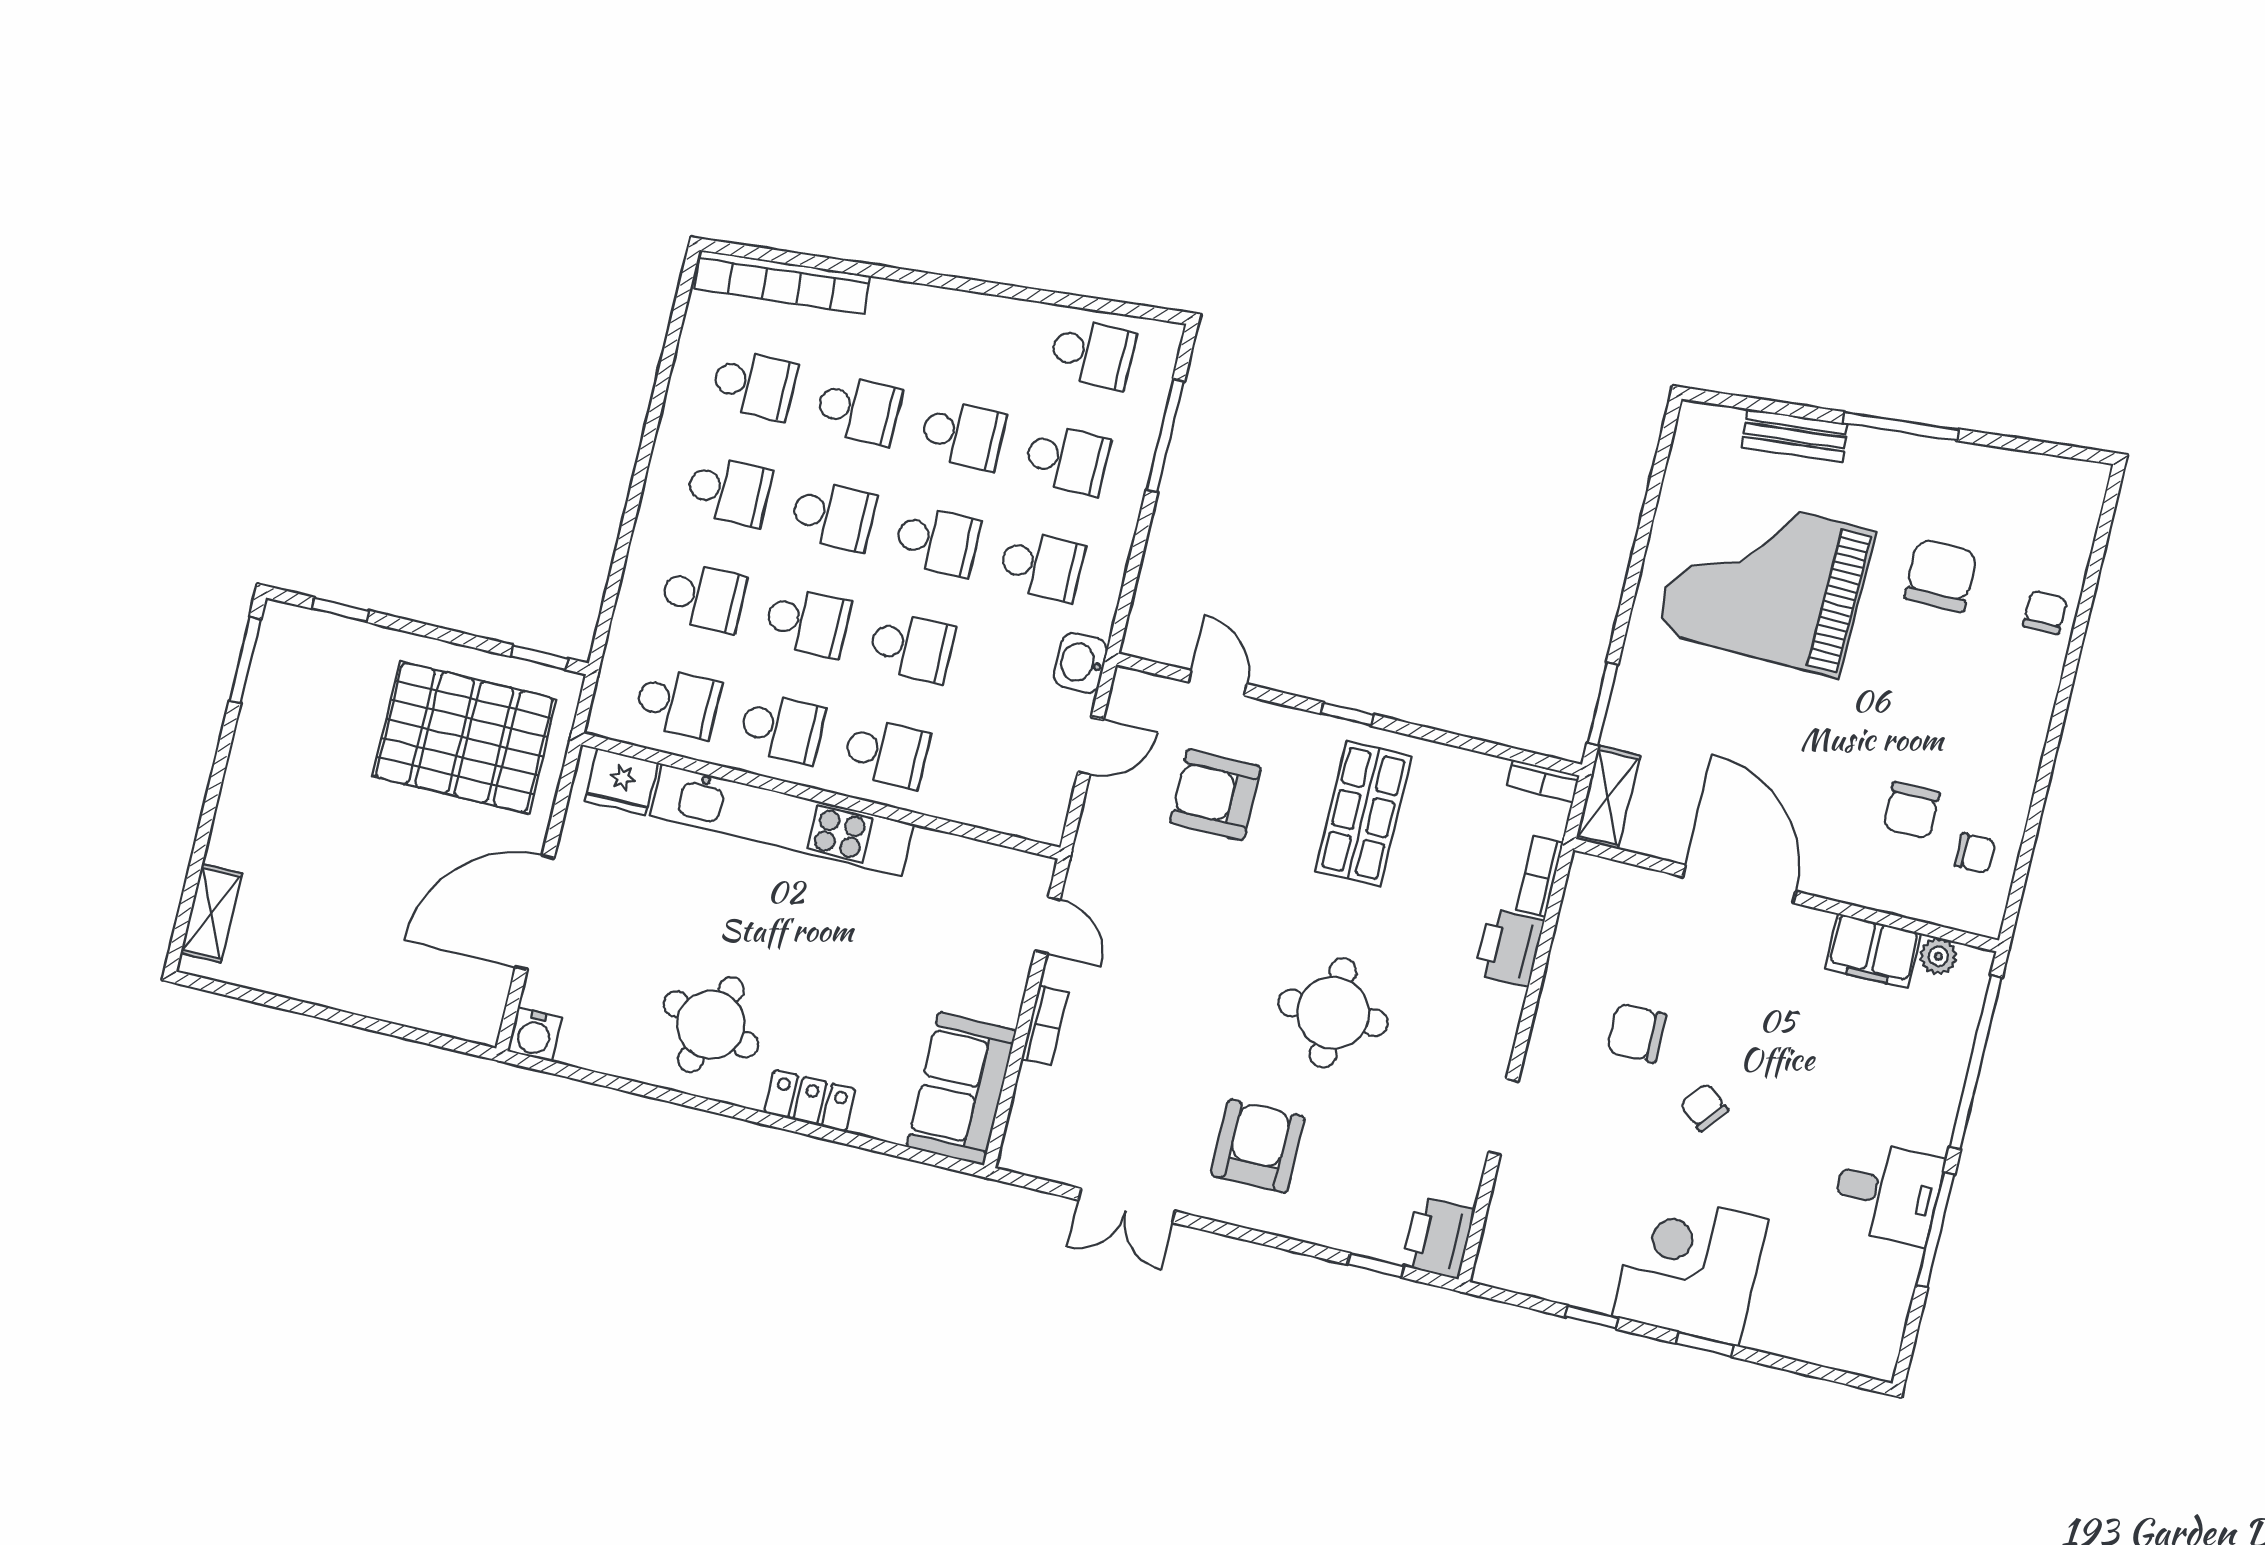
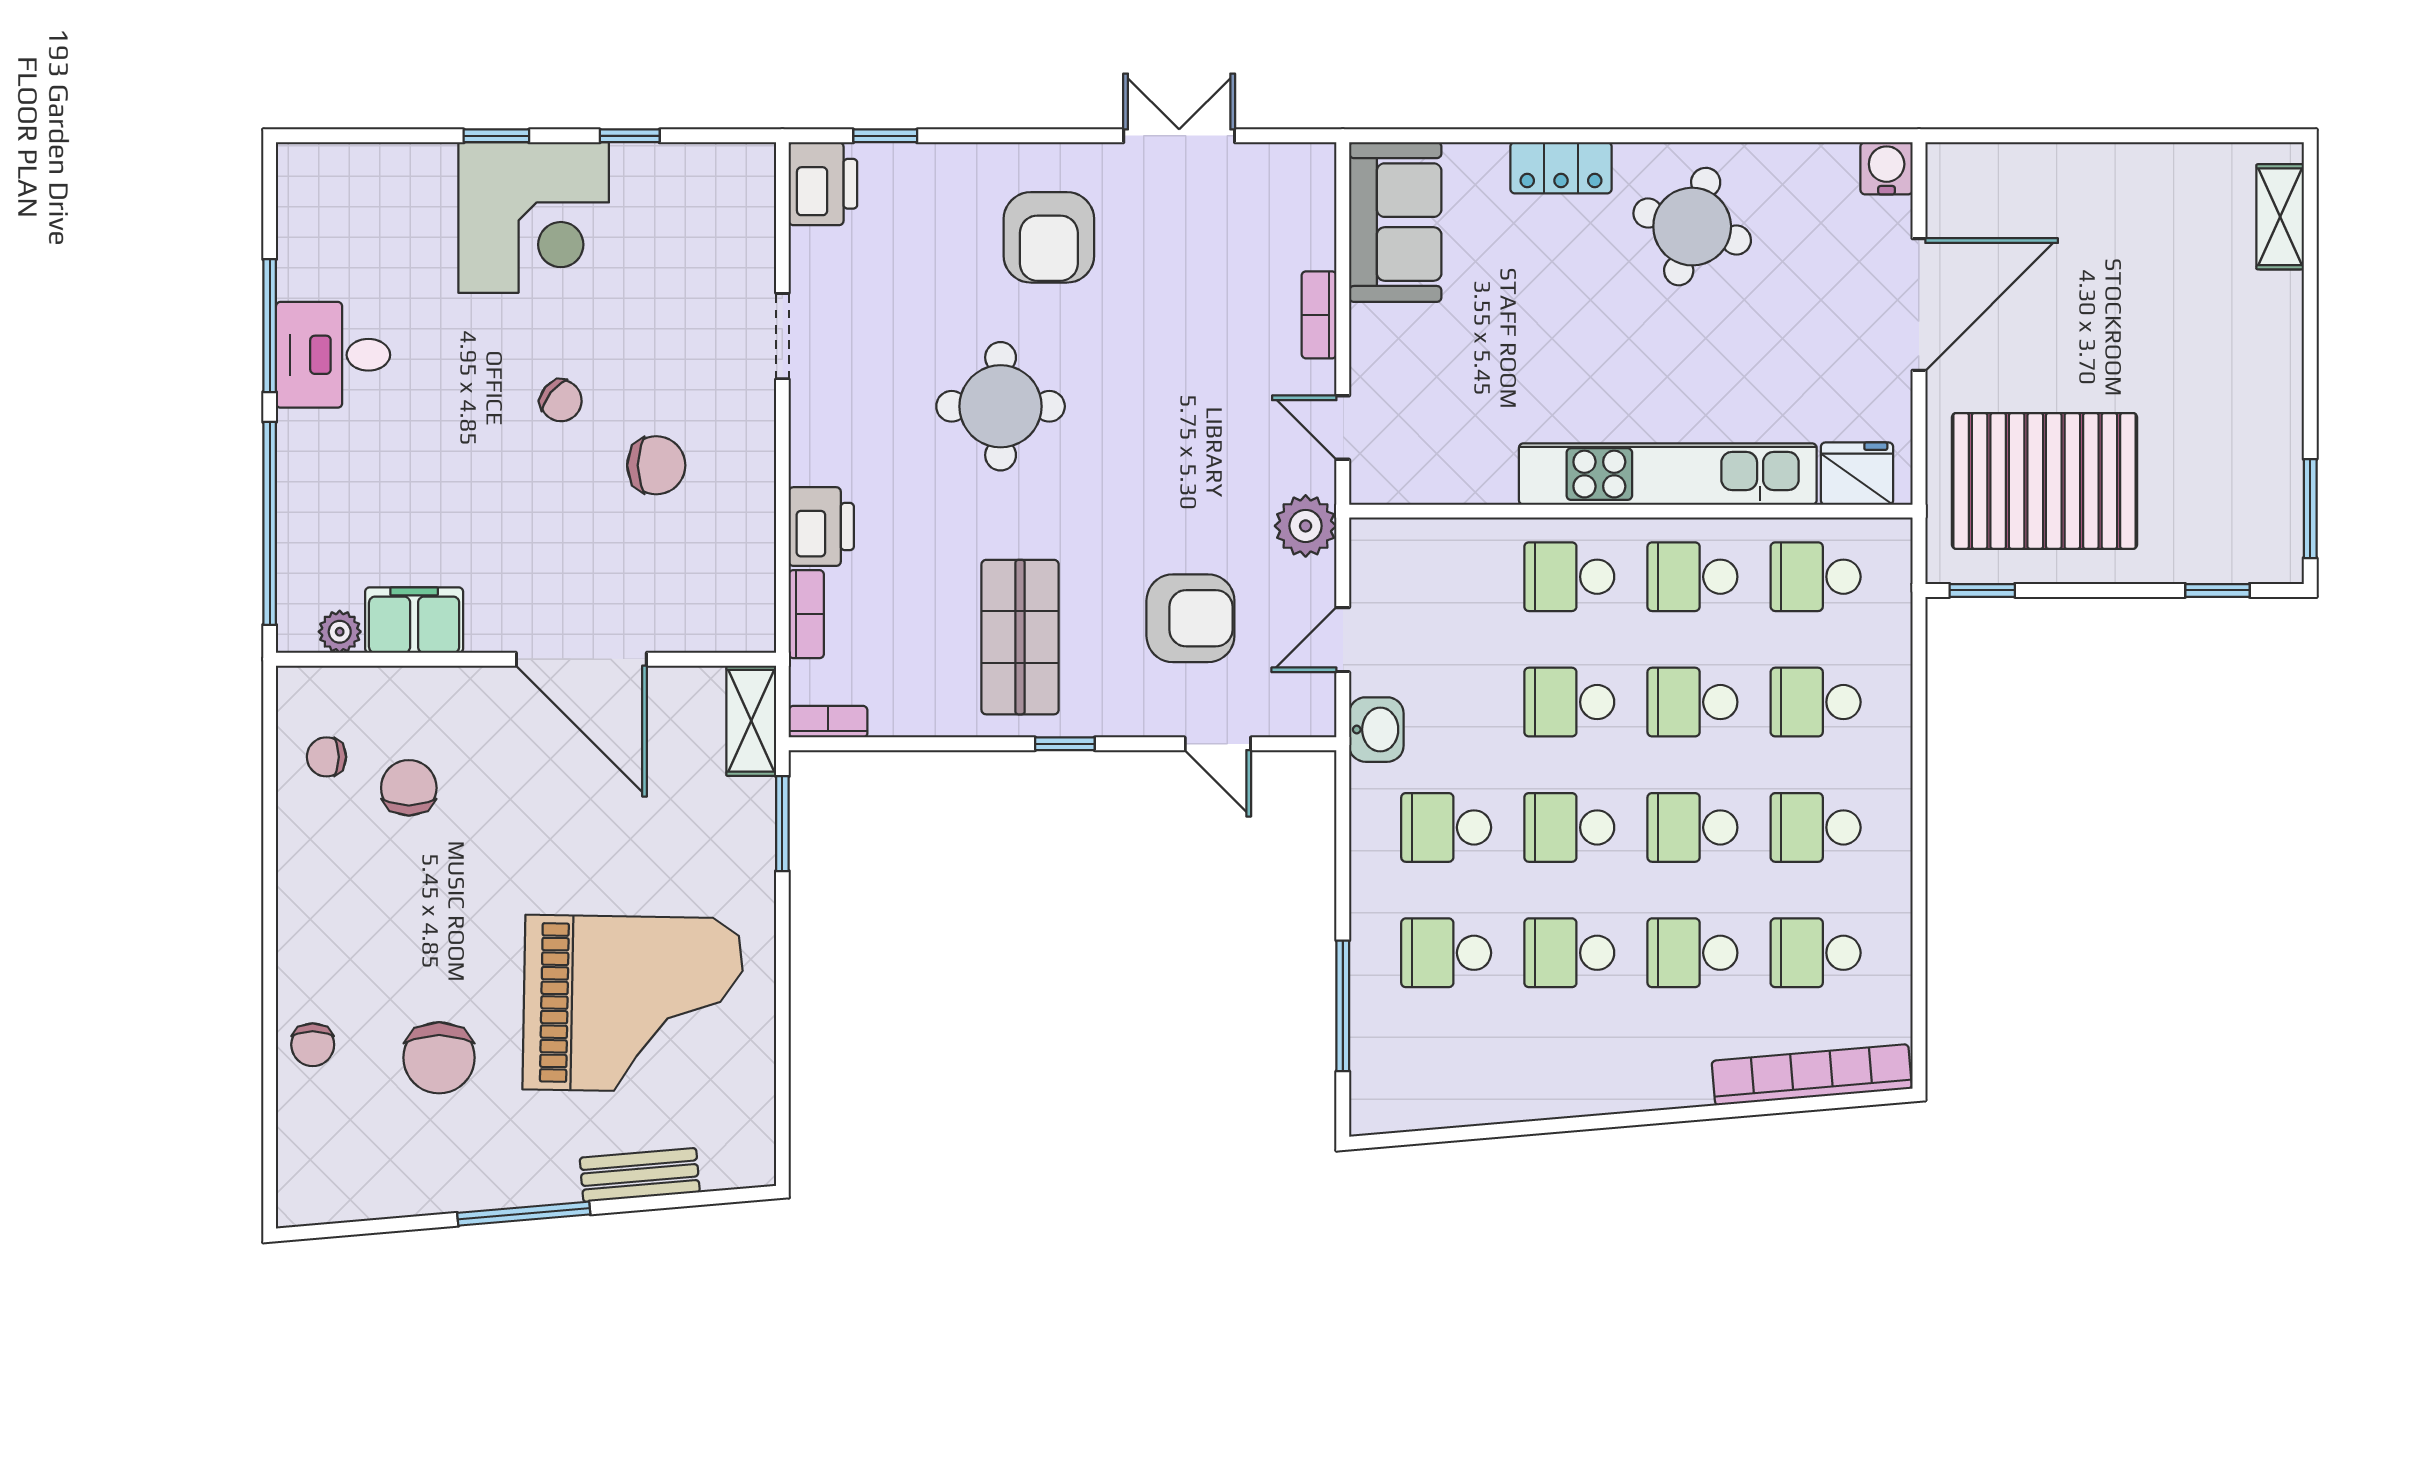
school desk: (1092, 354) -> (1446, 1078), removed
plant: (1099, 850) -> (1306, 526), added

